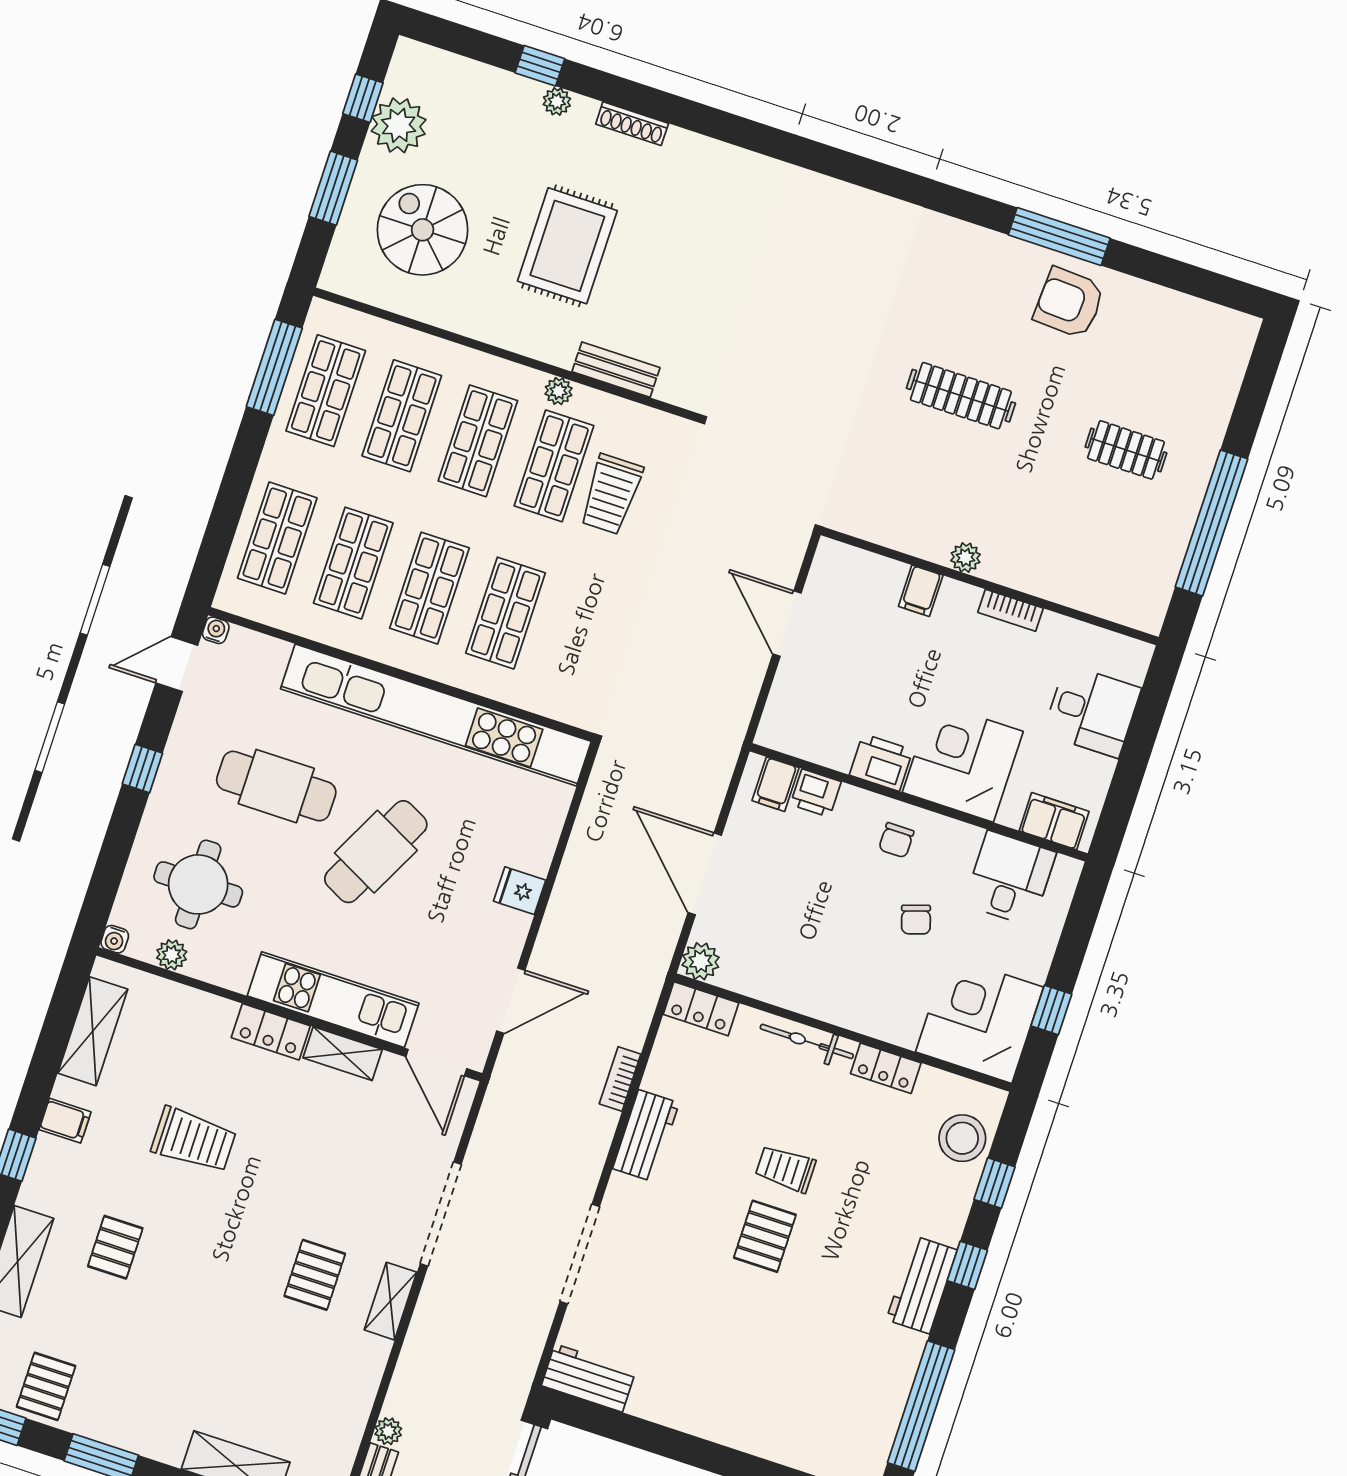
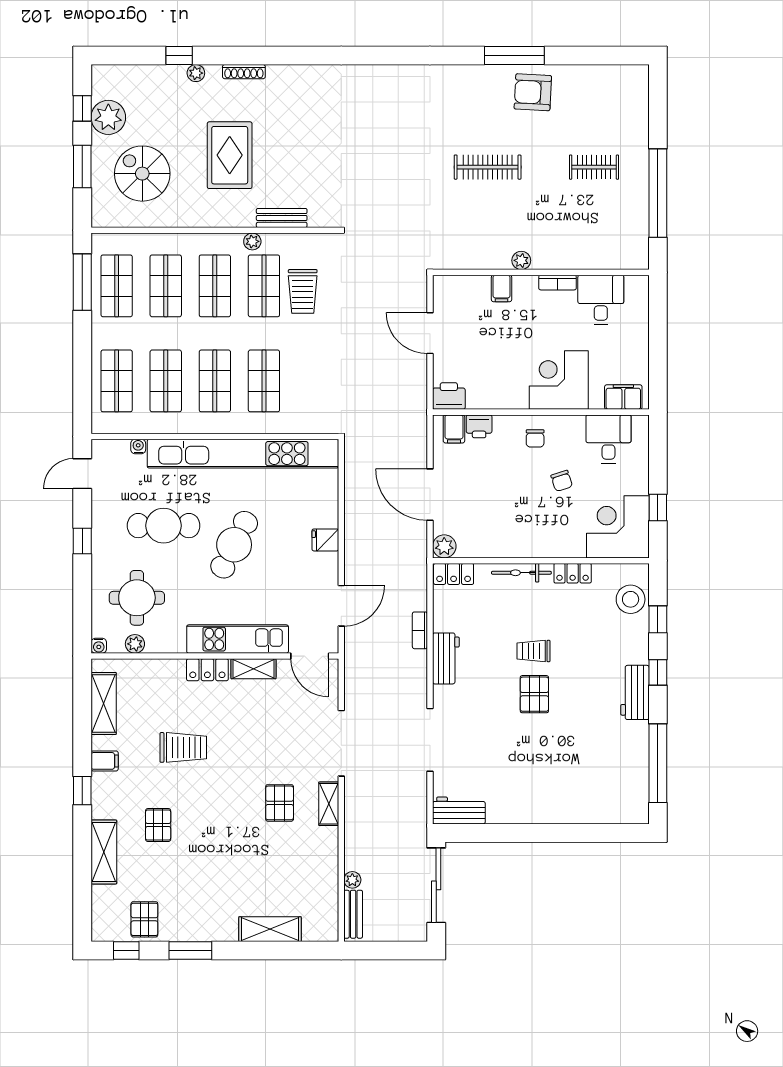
water cooler: (216, 630) -> (138, 446), moved
desk: (1092, 711) -> (601, 300), moved, turned -90
printer: (881, 762) -> (449, 396), moved

